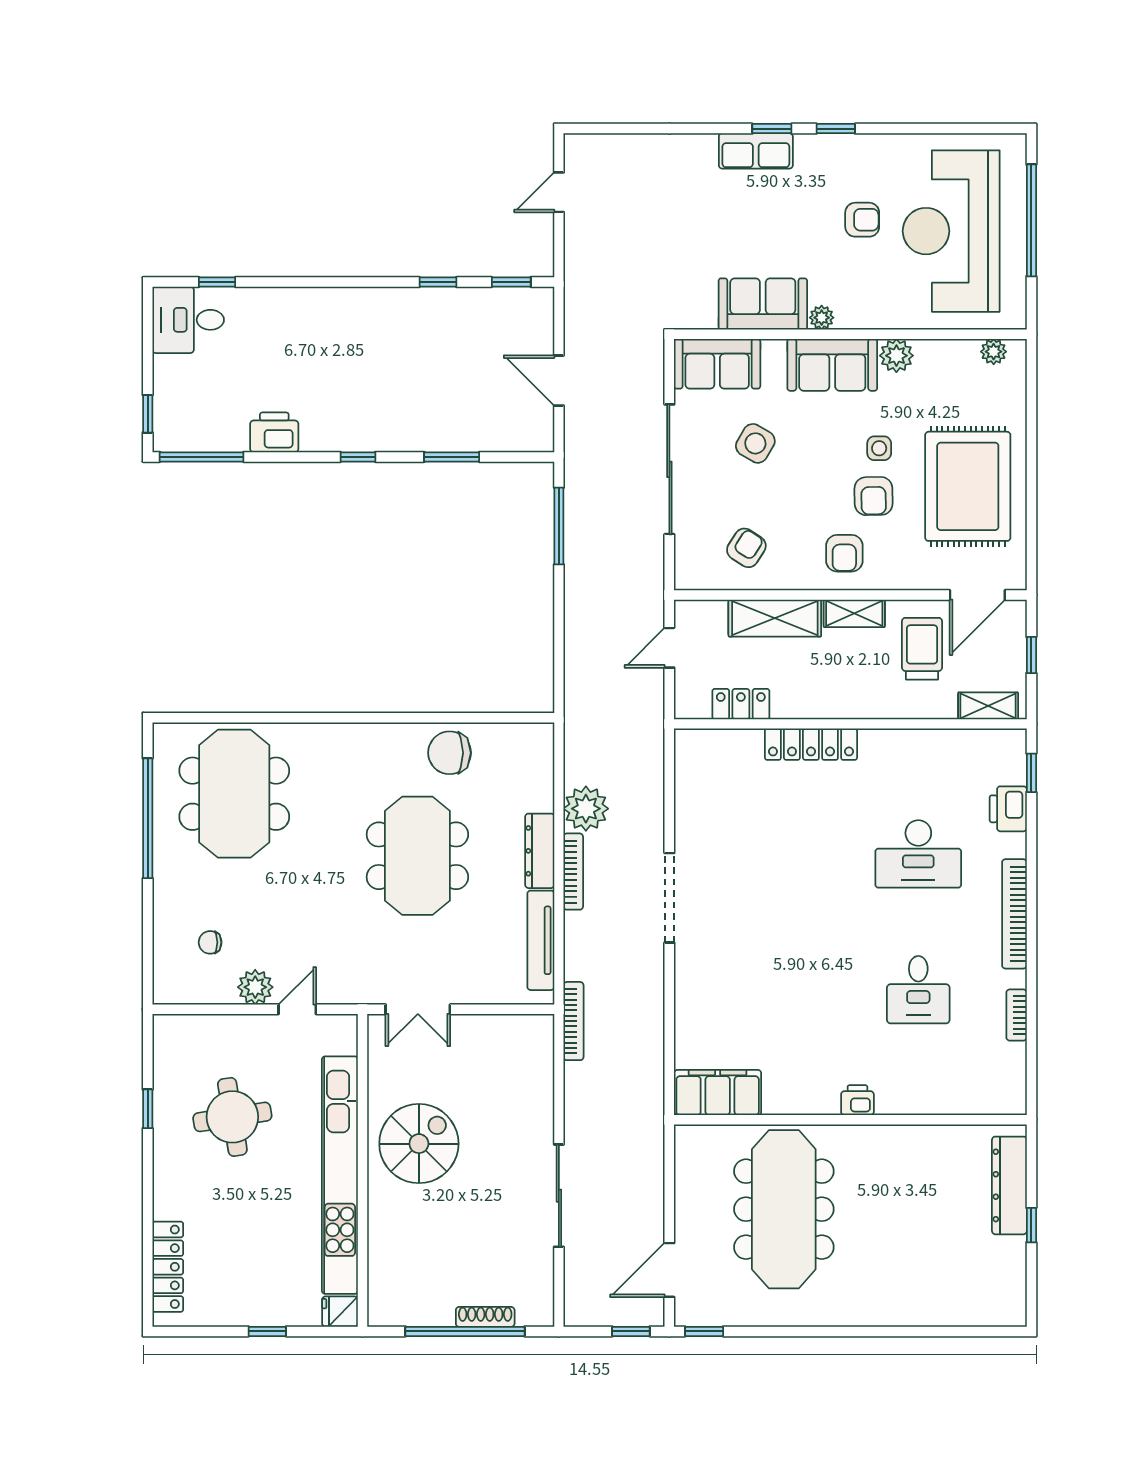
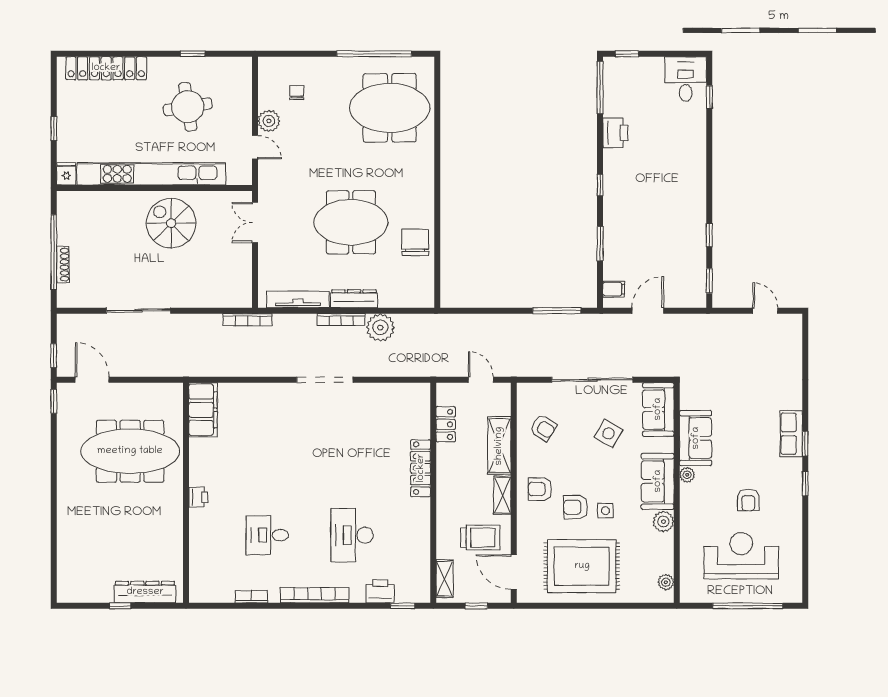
reception desk: (951, 231) -> (741, 556), width x0.74, depth x0.77
filing cabinet: (524, 435) -> (614, 289), added
spiral stairs: (419, 1144) -> (171, 223), turned 180
locker: (168, 1267) -> (106, 68), width x1.41, depth x1.21

